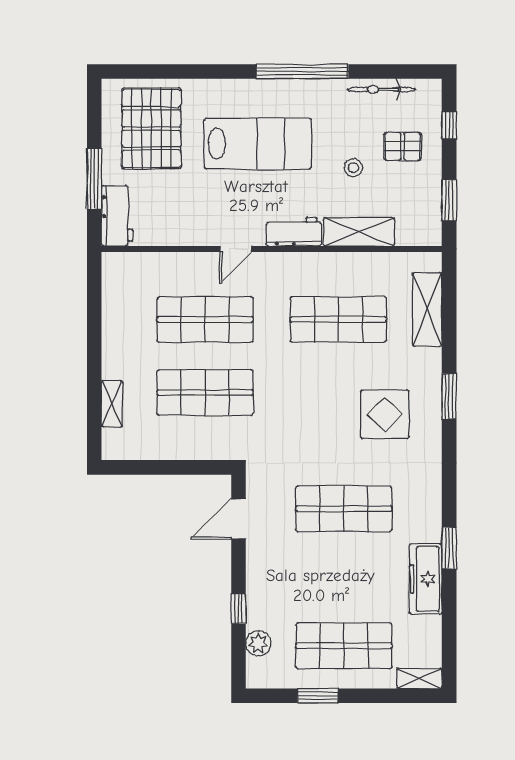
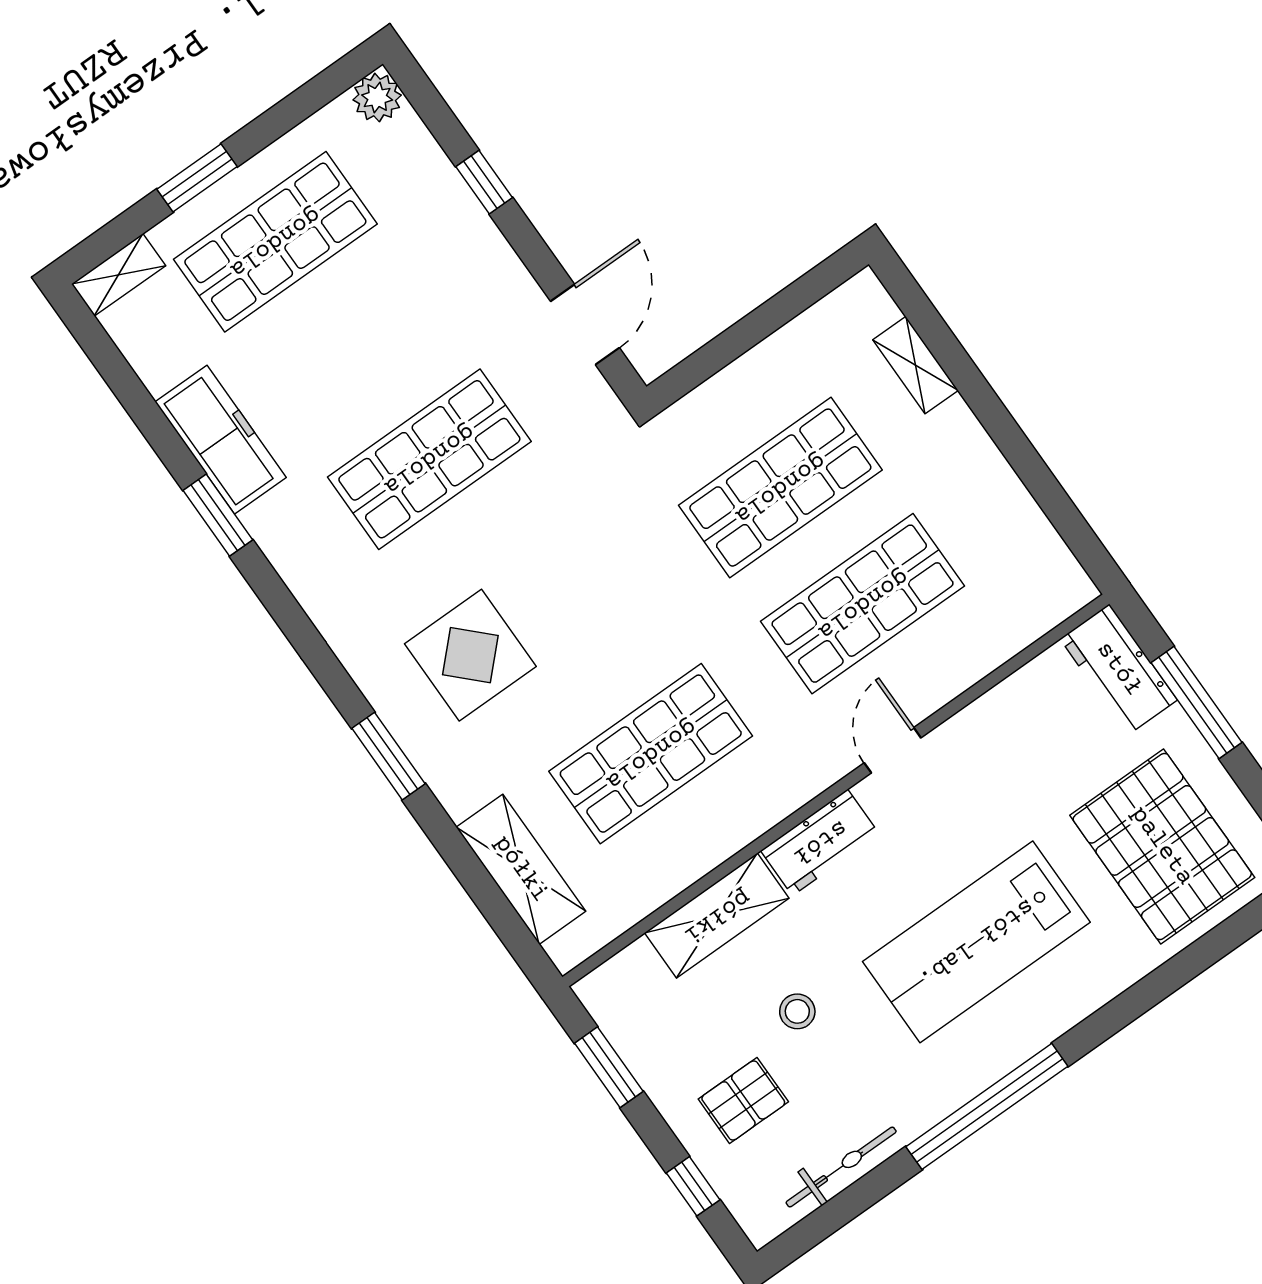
plant: (258, 643) -> (377, 98), moved
window: (318, 696) -> (197, 178), moved

